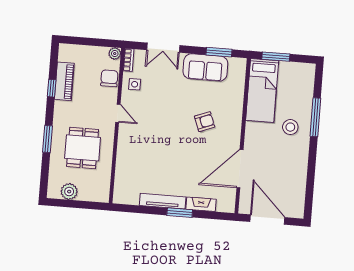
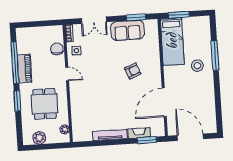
plant: (115, 54) -> (65, 129), moved
piano: (64, 81) -> (24, 68), moved
window: (52, 88) -> (15, 63), width x3.17
window: (180, 213) -> (147, 140), moved

